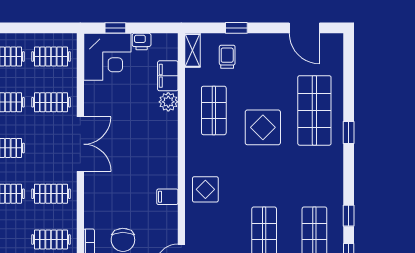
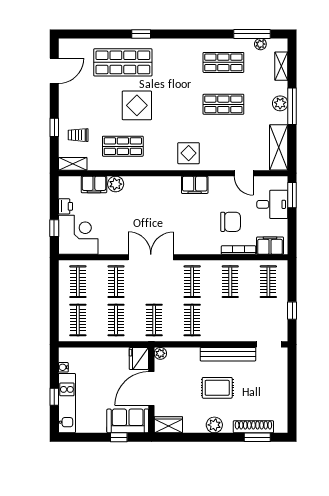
filing cabinet: (167, 197) -> (195, 185), width x2.00
window: (349, 216) -> (210, 34), removed

